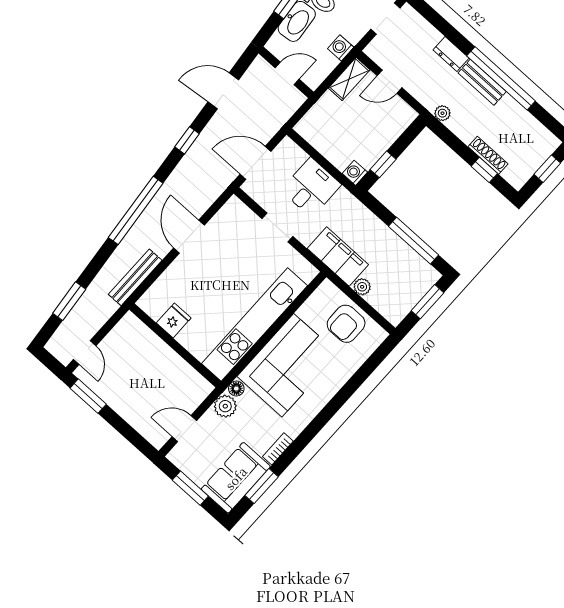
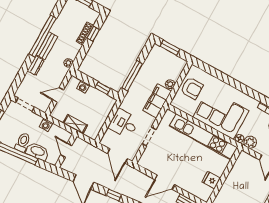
shelving: (349, 79) -> (75, 124), moved
door: (390, 82) -> (58, 95), swing flipped
washing machine: (355, 173) -> (83, 87), moved
window: (414, 241) -> (132, 76), moved

